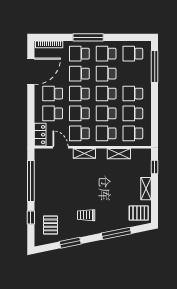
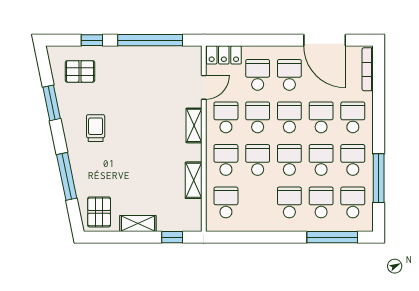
window: (88, 37) -> (379, 178), moved
school desk: (133, 113) -> (321, 202), moved

